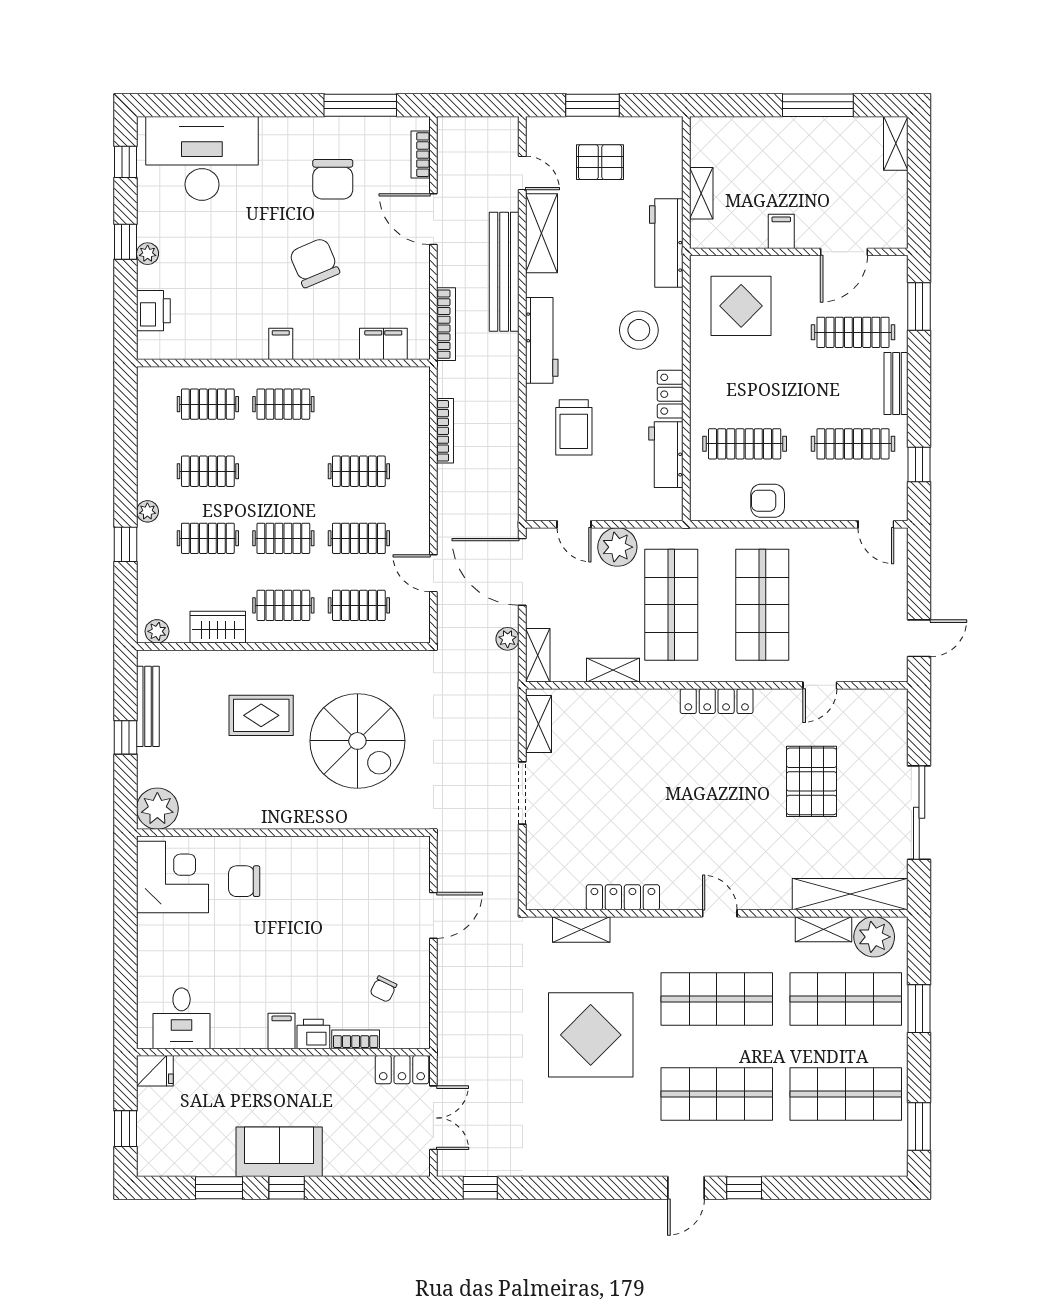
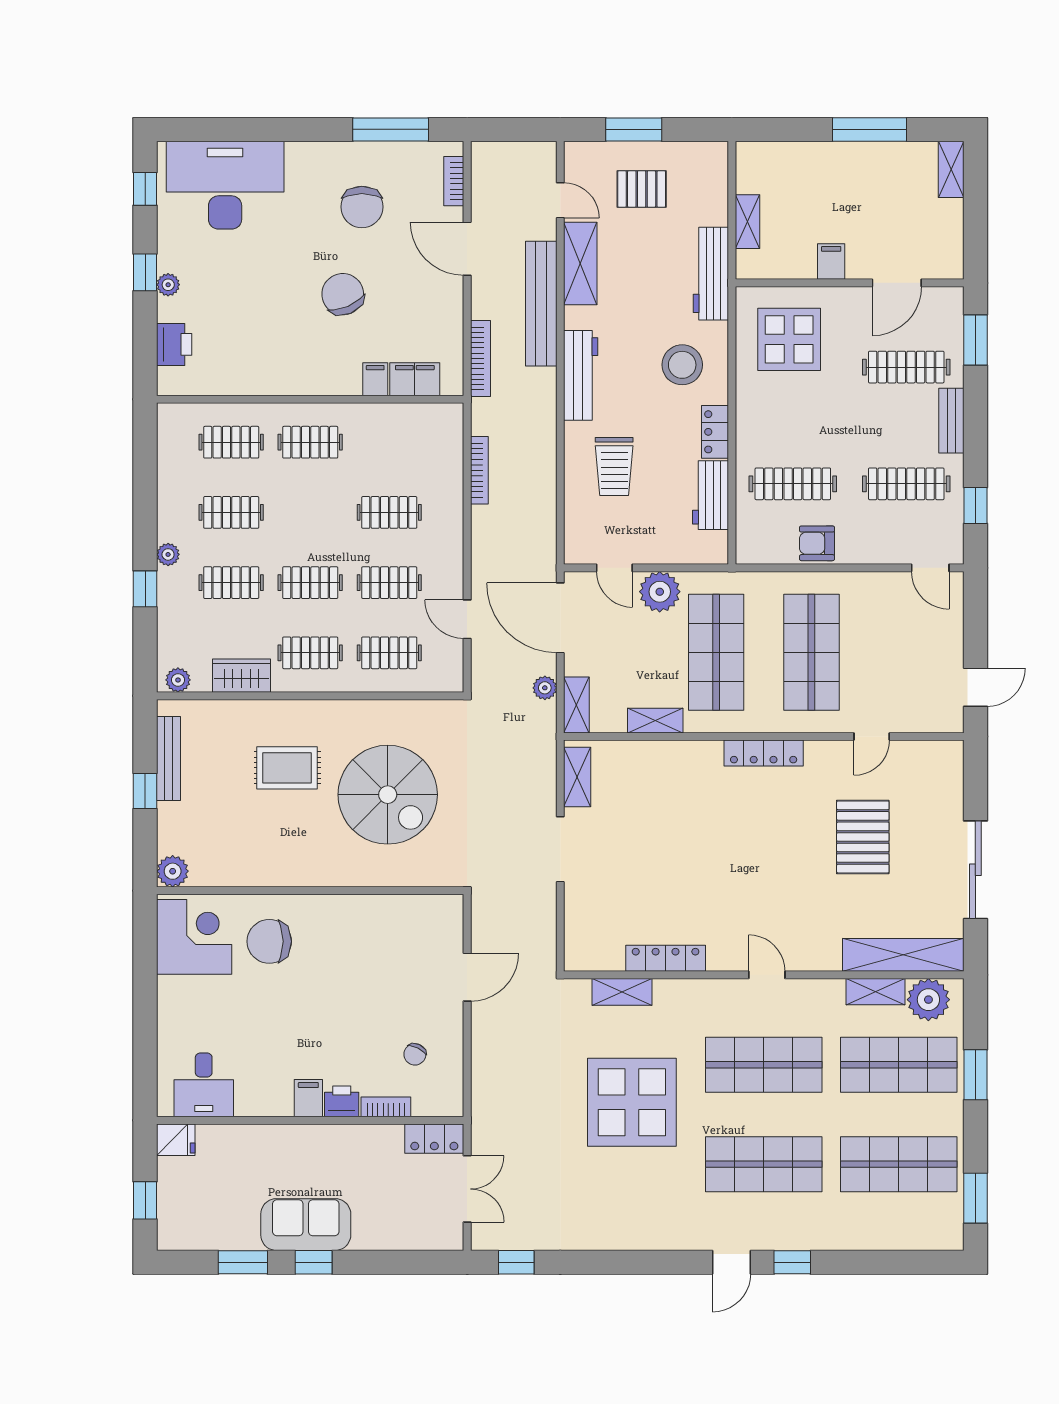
filing cabinet: (281, 344) -> (375, 379), moved
plant: (157, 809) -> (173, 871), width x0.73, depth x0.73
chair: (244, 881) -> (269, 941), width x1.37, depth x1.37

